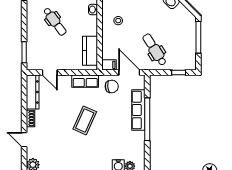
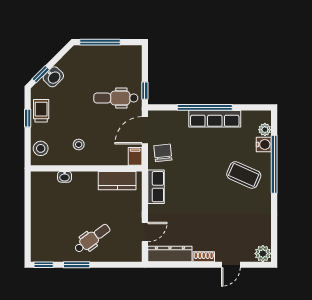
dental chair: (55, 22) -> (92, 238), moved
dental chair: (155, 50) -> (116, 98), turned 32
window: (24, 52) -> (77, 265), moved
window: (179, 72) -> (145, 91), moved
row of seats: (138, 110) -> (215, 119), moved
coffee table: (85, 120) -> (244, 175), moved

